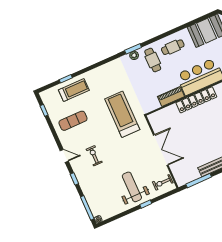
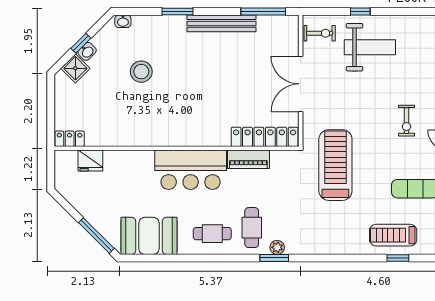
locker: (196, 100) -> (265, 137), moved
treadmill: (122, 114) -> (335, 165), turned 180
weight bench: (132, 187) -> (370, 47), turned -90

